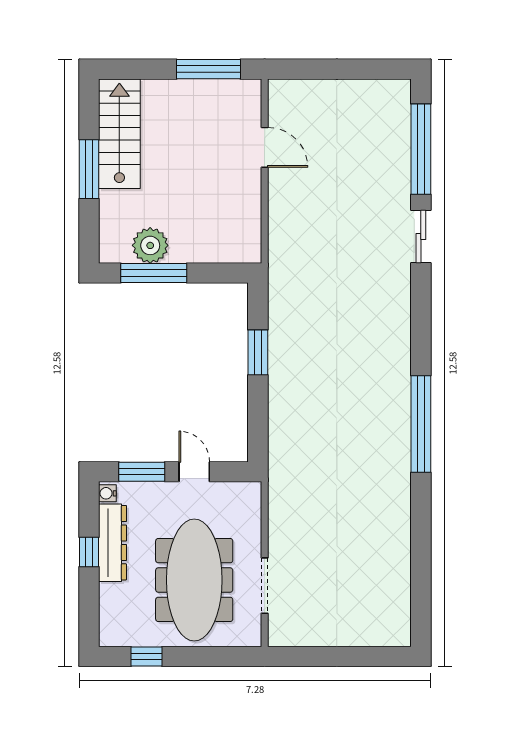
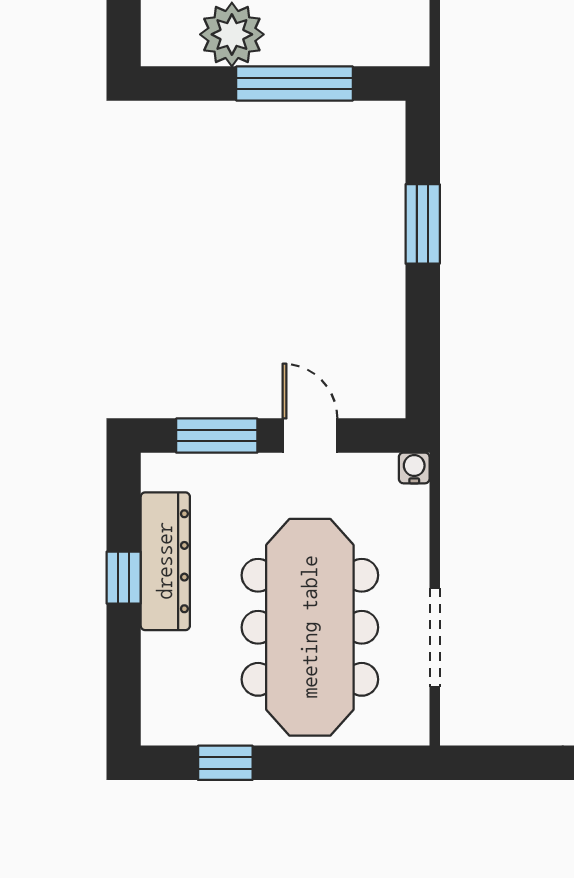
window: (154, 273) -> (294, 84), moved
water cooler: (107, 493) -> (414, 468), moved, turned 90

